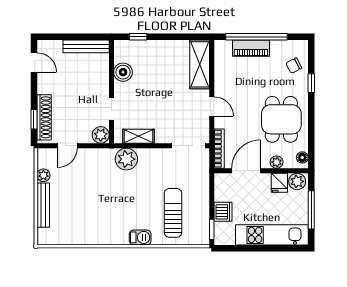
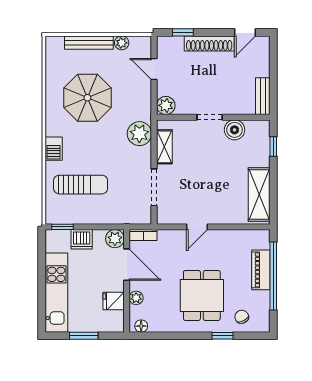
bench: (86, 46) -> (263, 96), width x0.73
shelving: (200, 64) -> (259, 194), moved, turned 90
doorway: (111, 109) -> (210, 117), moved
shoe rack: (44, 117) -> (209, 43), moved
dining table: (281, 119) -> (202, 295), moved, turned 90
doorway: (188, 146) -> (154, 187), moved
bookcase: (219, 149) -> (143, 235), width x0.64
plant: (297, 181) -> (115, 239), moved
parasol: (94, 207) -> (87, 98), added
window: (311, 210) -> (84, 336), width x0.69

